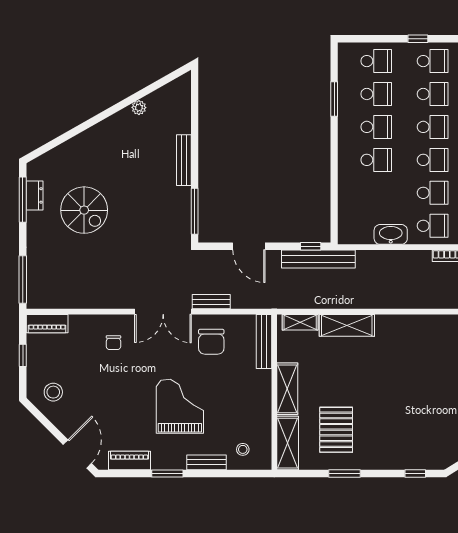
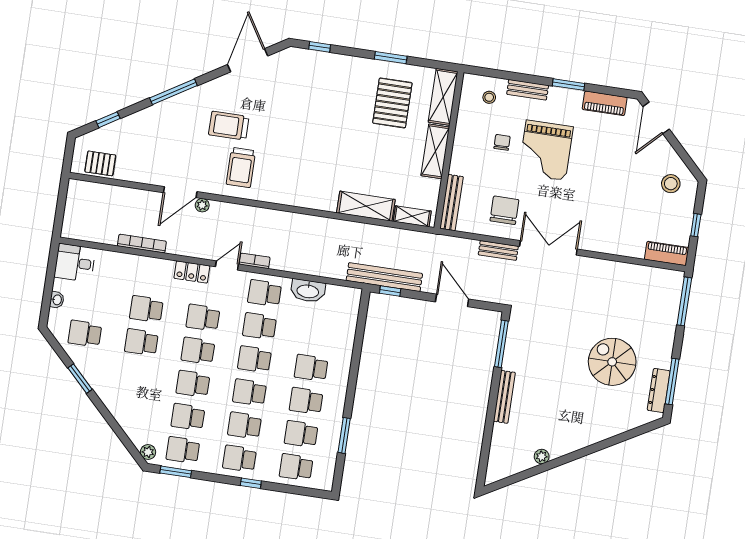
dresser: (35, 195) -> (659, 390), width x1.44
chair: (113, 343) -> (502, 142), moved

